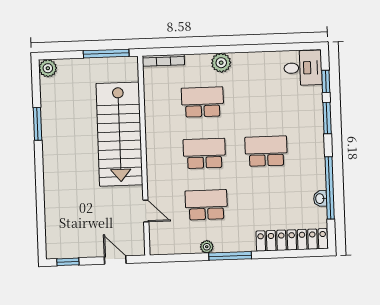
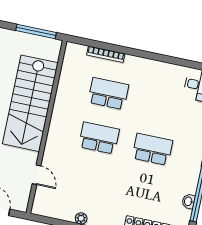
bookcase: (163, 60) -> (106, 54), moved
plant: (221, 63) -> (133, 64), removed
school desk: (206, 205) -> (90, 182), removed

